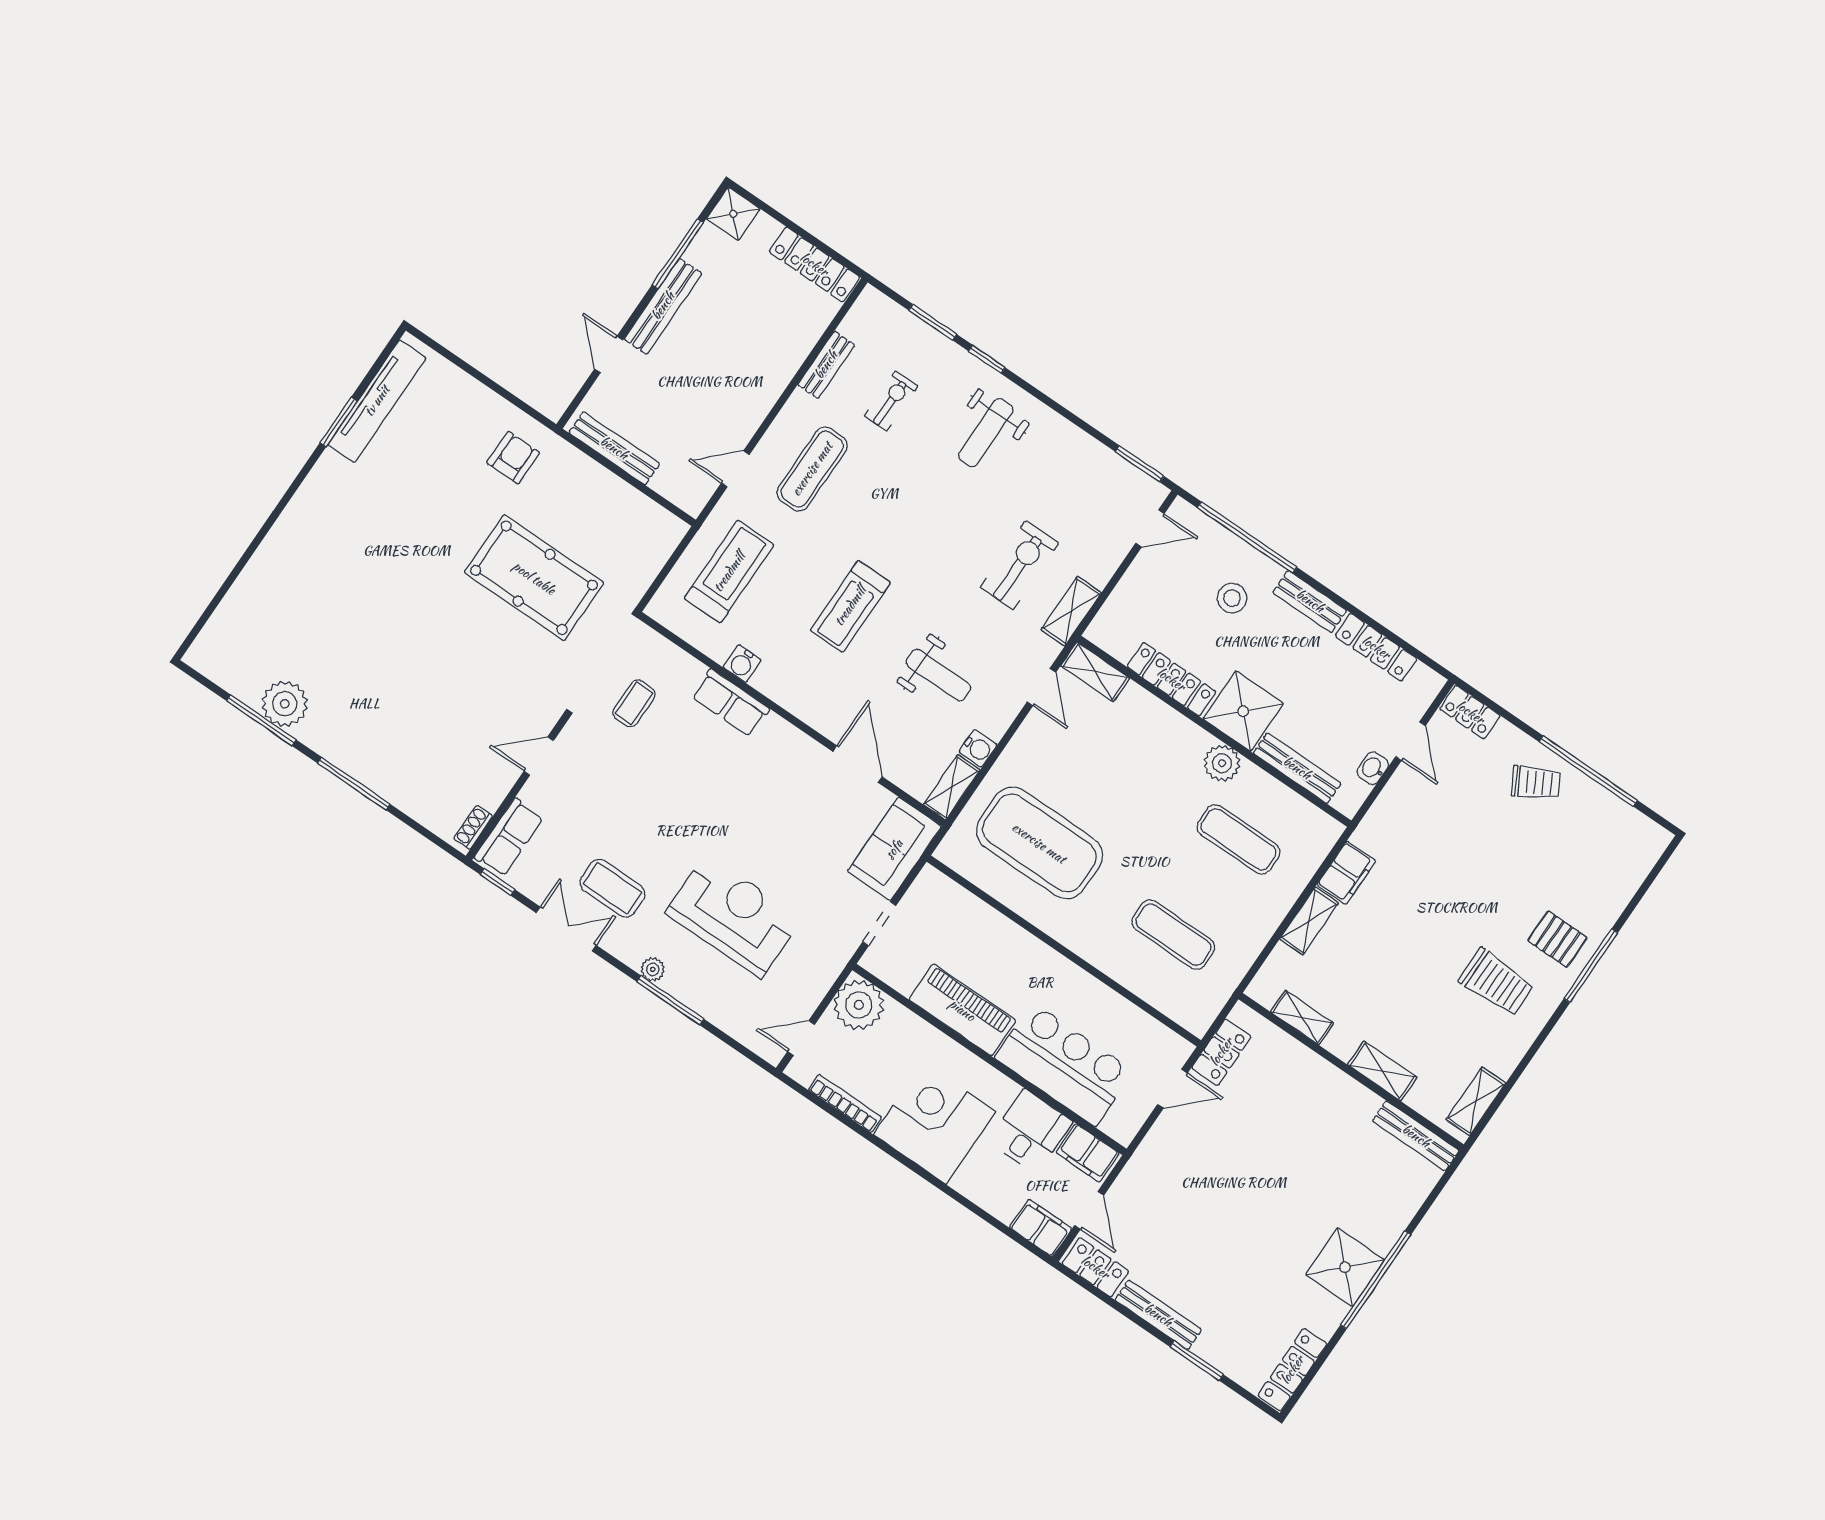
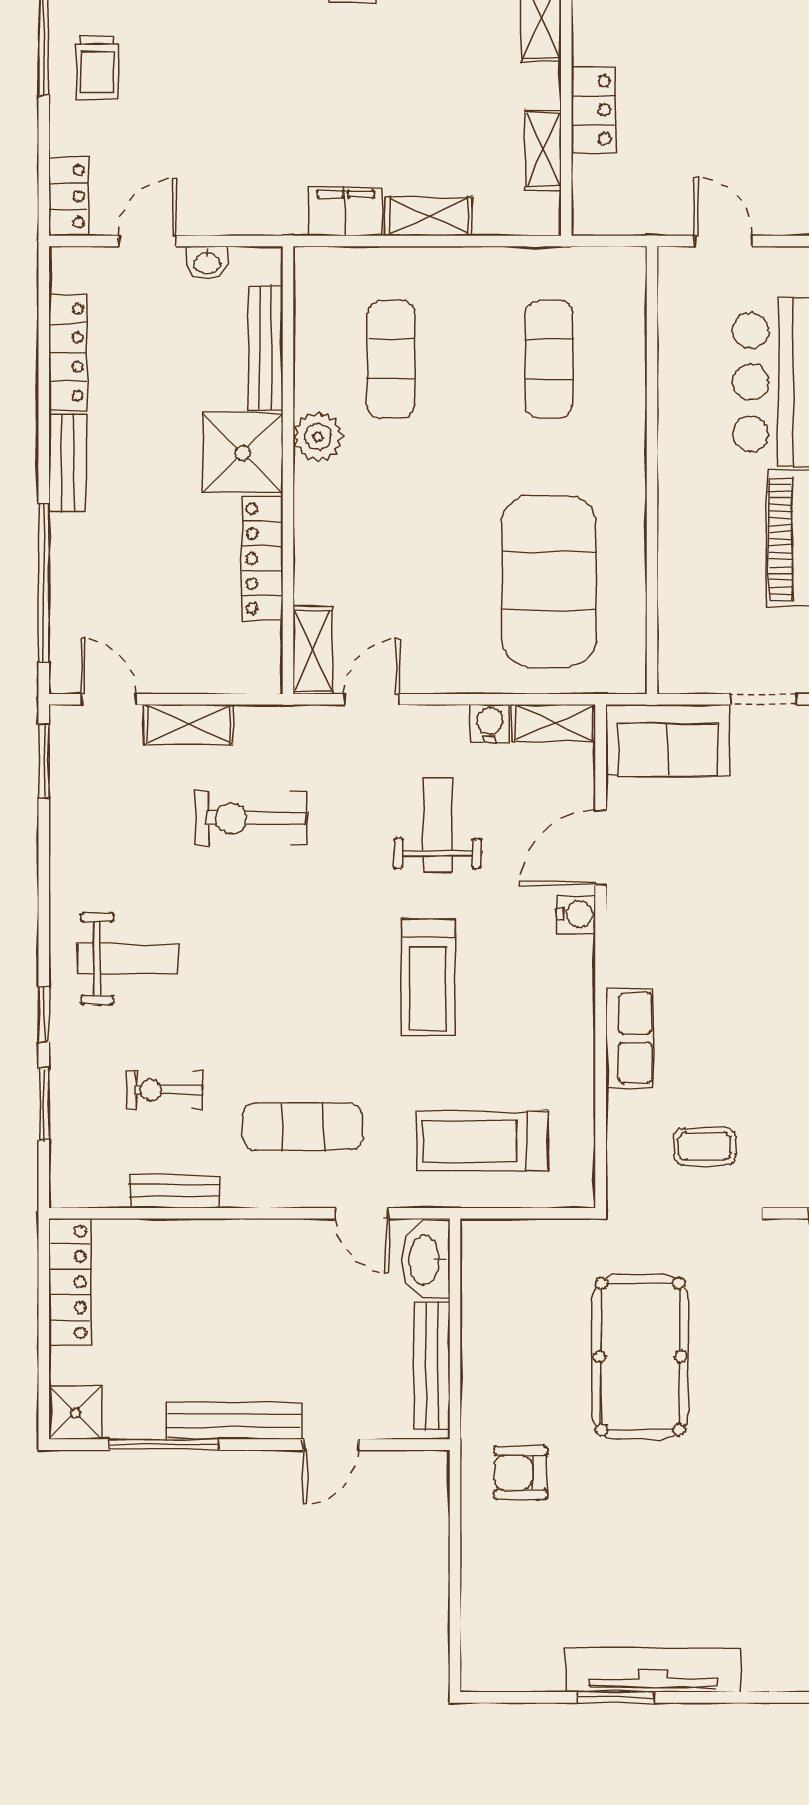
tv unit: (377, 401) -> (653, 1670), moved
washbasin: (681, 488) -> (426, 1260), added
stool: (1232, 598) -> (124, 553), removed
treadmill: (850, 606) -> (428, 977), turned 90
shelving: (1071, 611) -> (189, 724), moved
water cooler: (742, 664) -> (576, 914), moved
trolley: (1536, 783) -> (97, 67), turned -151
locker: (1221, 1052) -> (593, 110), moved, turned 90

